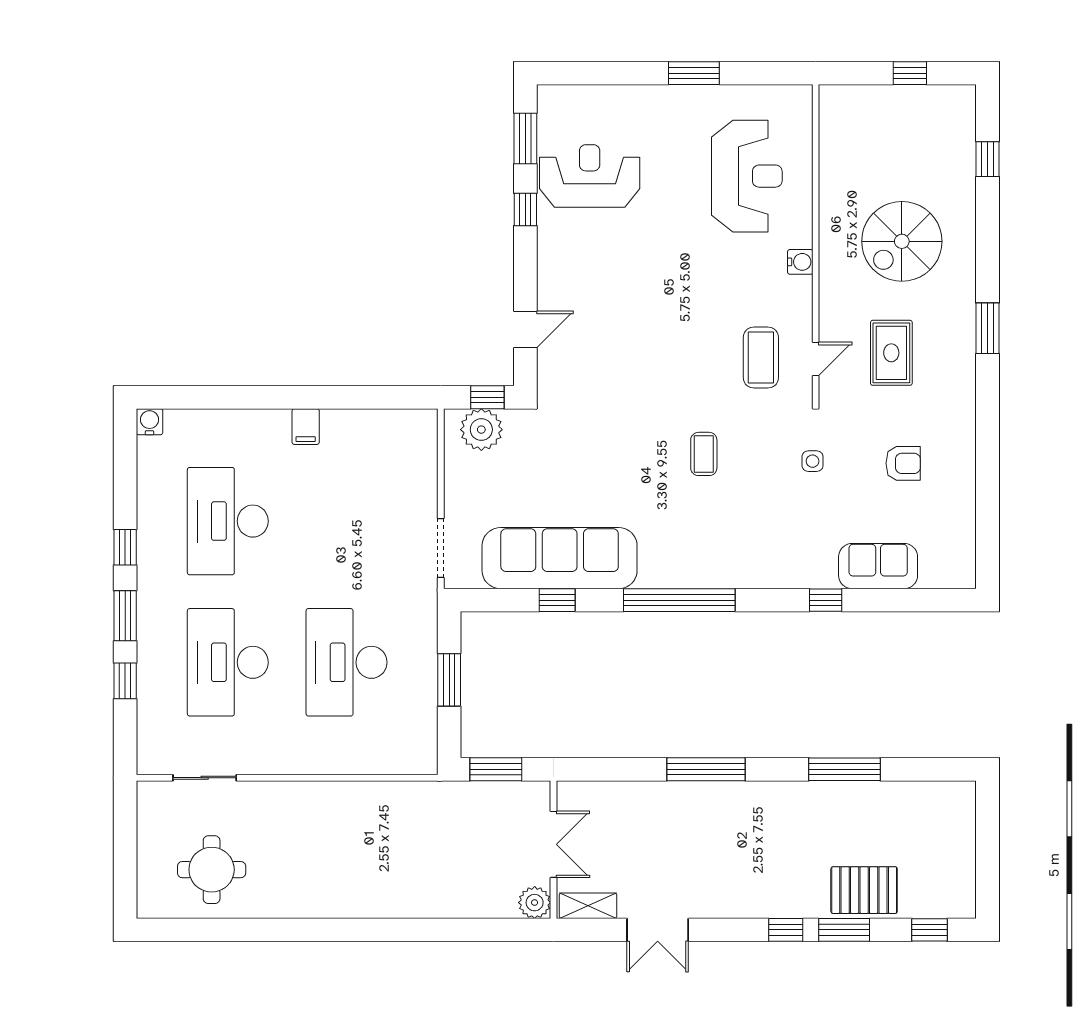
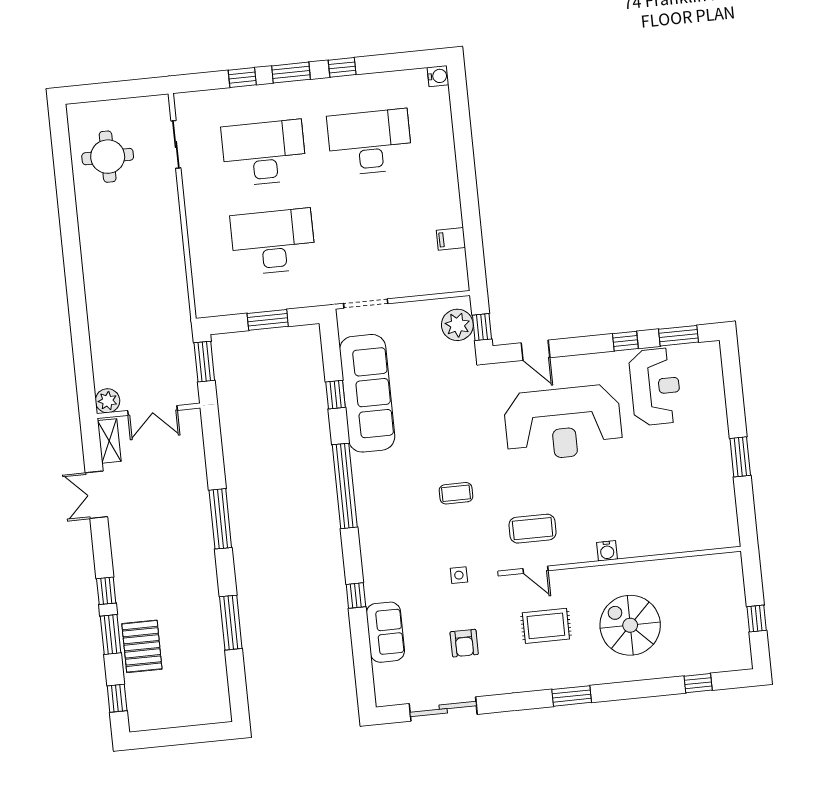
reception desk: (747, 176) -> (563, 423), moved, width x1.36, depth x1.30
filing cabinet: (306, 427) -> (451, 239), moved
sliding door: (987, 500) -> (443, 709), added

